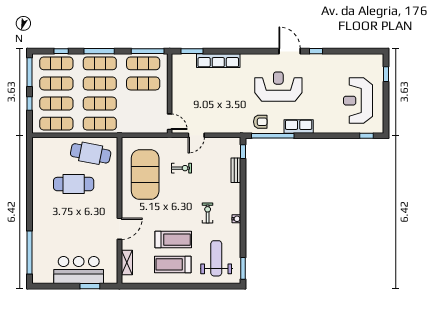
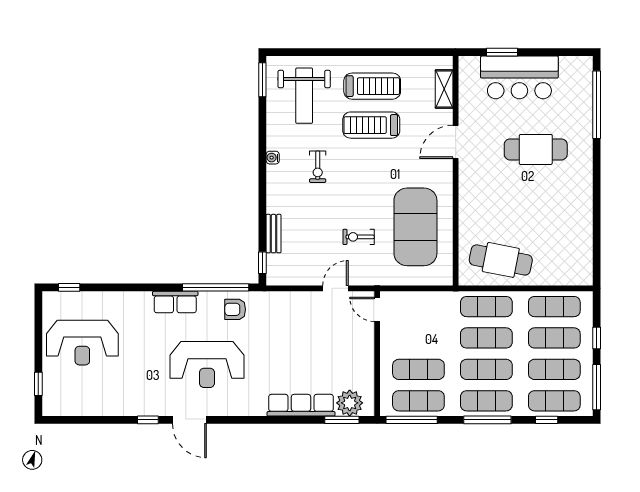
plant: (187, 62) -> (350, 403), added
reception desk: (358, 101) -> (82, 343), turned 90
cafe table: (74, 184) -> (536, 149), moved

